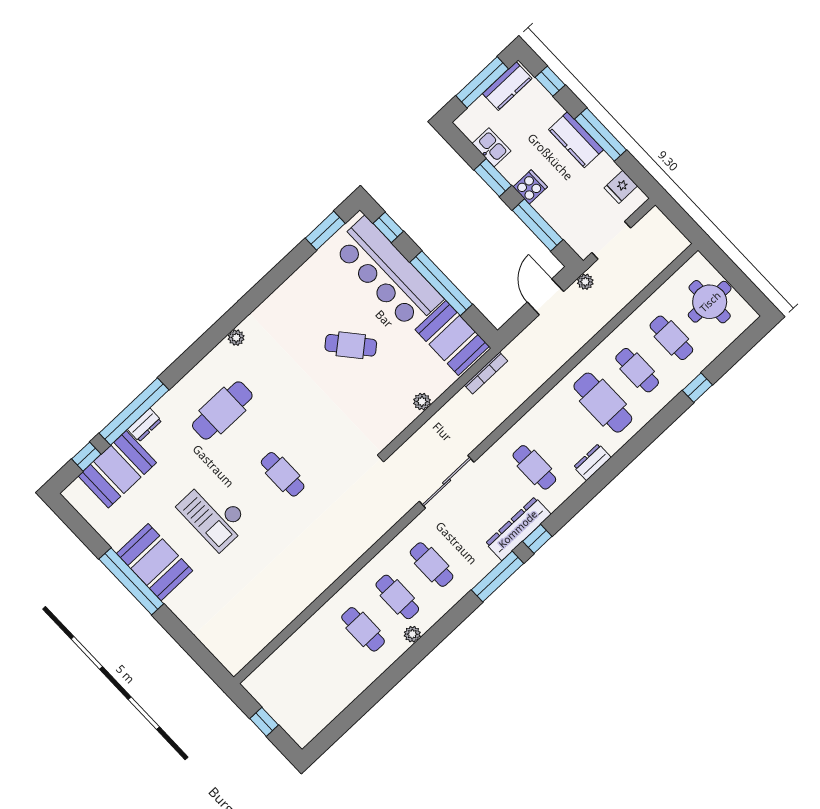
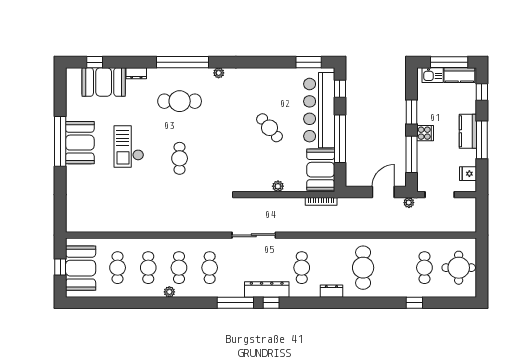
kitchen sink: (492, 147) -> (433, 75), moved, turned 90
cafe table: (637, 370) -> (118, 268), moved
window: (134, 411) -> (183, 62), moved
booth: (288, 701) -> (81, 268), added

